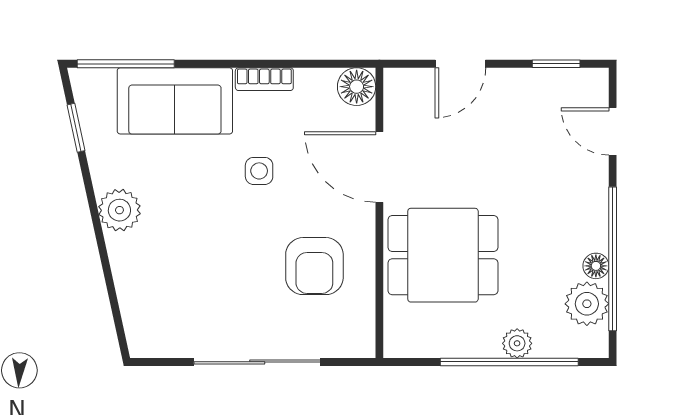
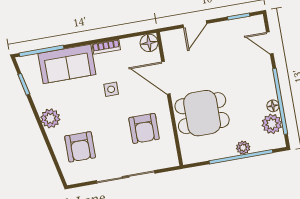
armchair: (172, 281) -> (80, 147), added

